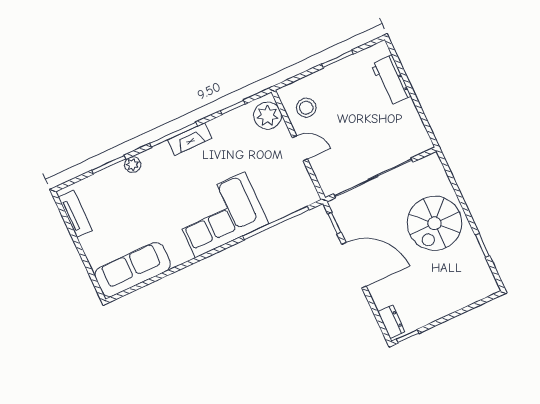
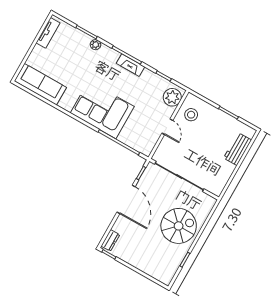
spiral stairs: (434, 223) -> (179, 226), turned 180

